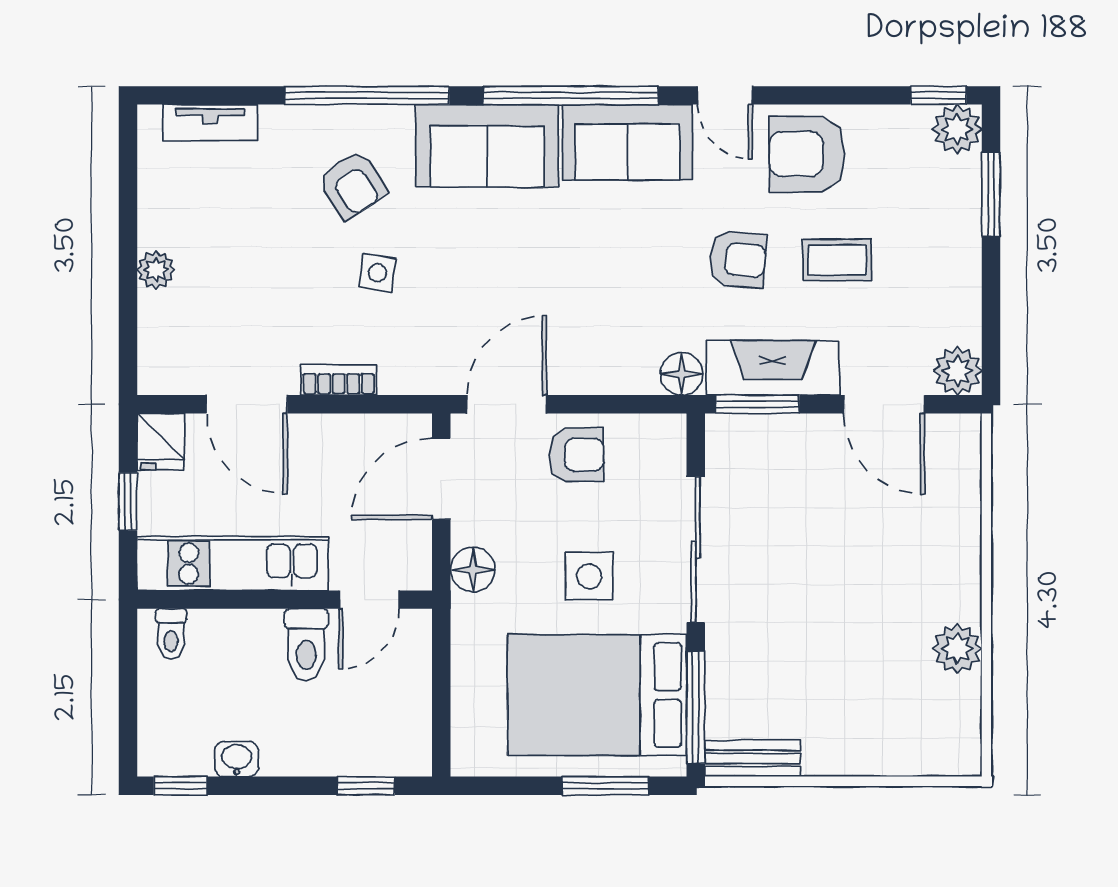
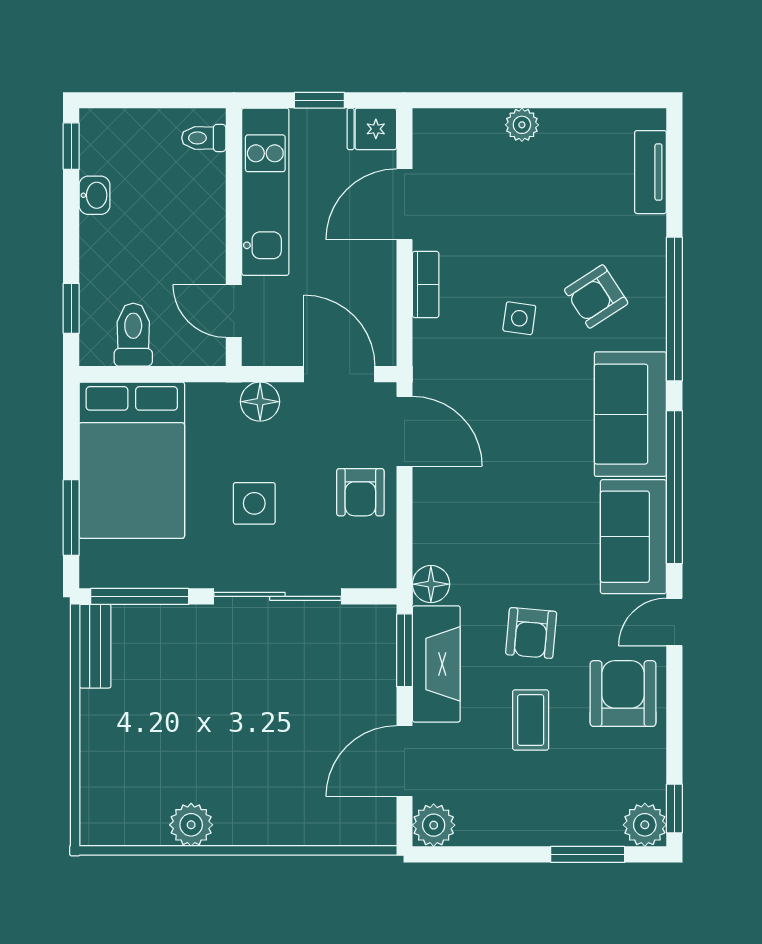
toilet: (306, 645) -> (133, 335), moved, turned 90
bed: (597, 695) -> (132, 460), moved, turned 180

